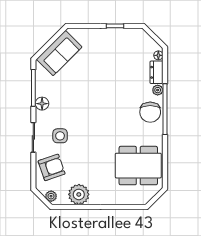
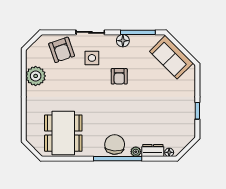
armchair: (79, 107) -> (119, 76), added
chair: (150, 112) -> (115, 144), turned 94
plant: (51, 196) -> (34, 49), removed

